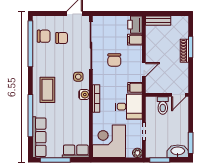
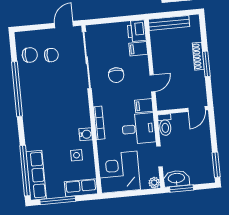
bench: (158, 21) -> (169, 23), width x1.36
window: (30, 44) -> (17, 89), moved
window: (191, 47) -> (206, 64), moved
side table: (78, 77) -> (77, 155), moved
coffee table: (47, 90) -> (40, 118), removed
water cooler: (84, 95) -> (86, 134), moved
toilet: (163, 106) -> (165, 125), moved
window: (30, 116) -> (25, 171), moved
washbasin: (178, 151) -> (176, 179), moved

